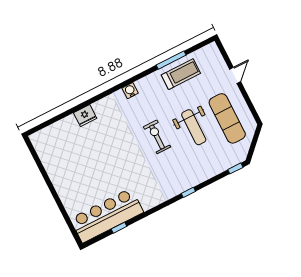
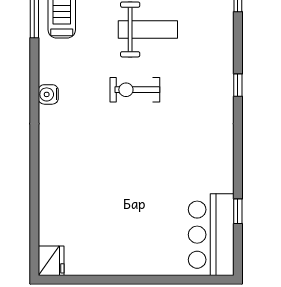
fridge: (85, 116) -> (51, 261), moved
bar counter: (107, 215) -> (211, 235), width x0.73

